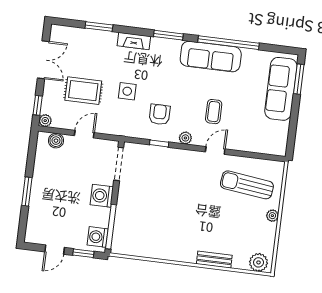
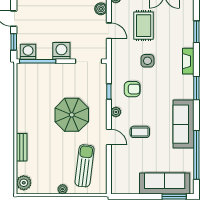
window: (228, 43) -> (196, 155), moved
parasol: (182, 193) -> (72, 115), added

